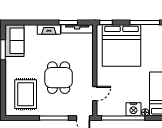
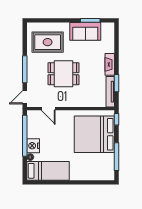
sofa: (14, 41) -> (85, 31), moved

